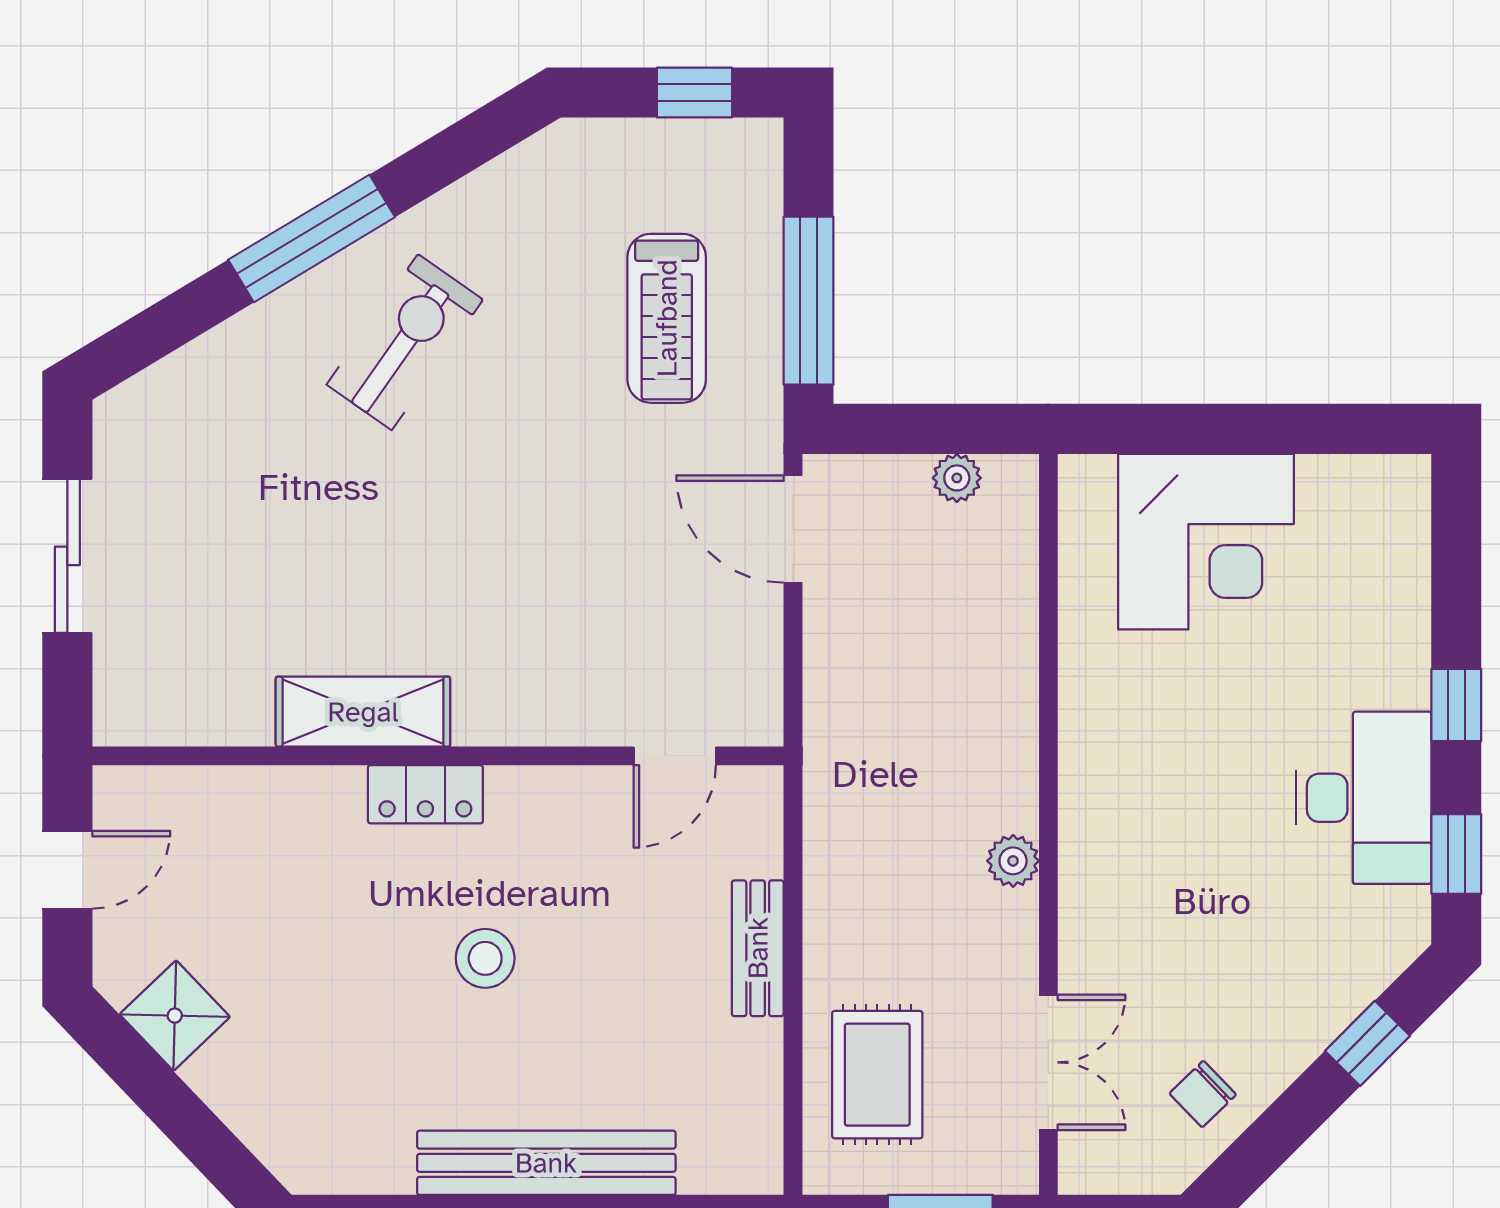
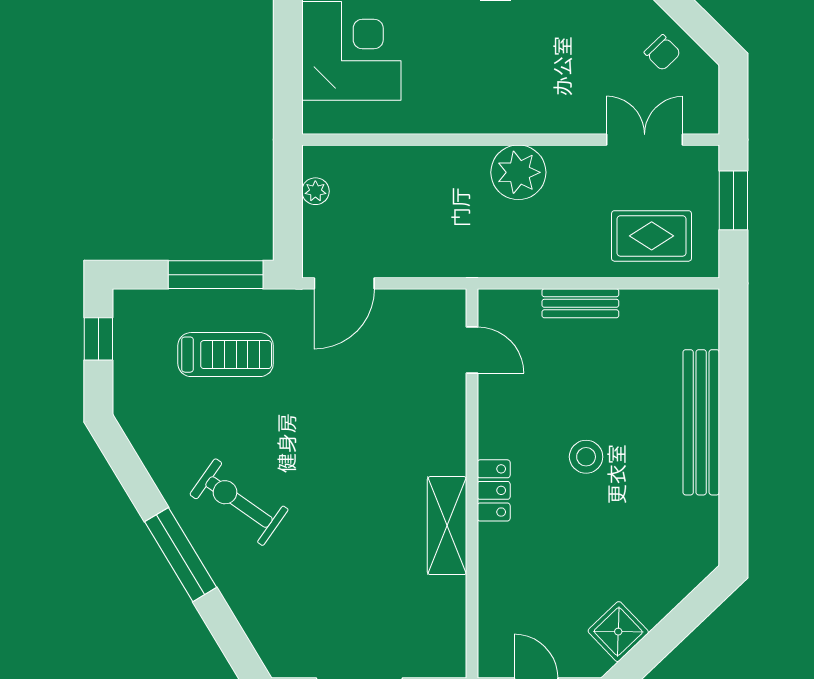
plant: (1013, 861) -> (518, 172), width x1.87, depth x1.87

